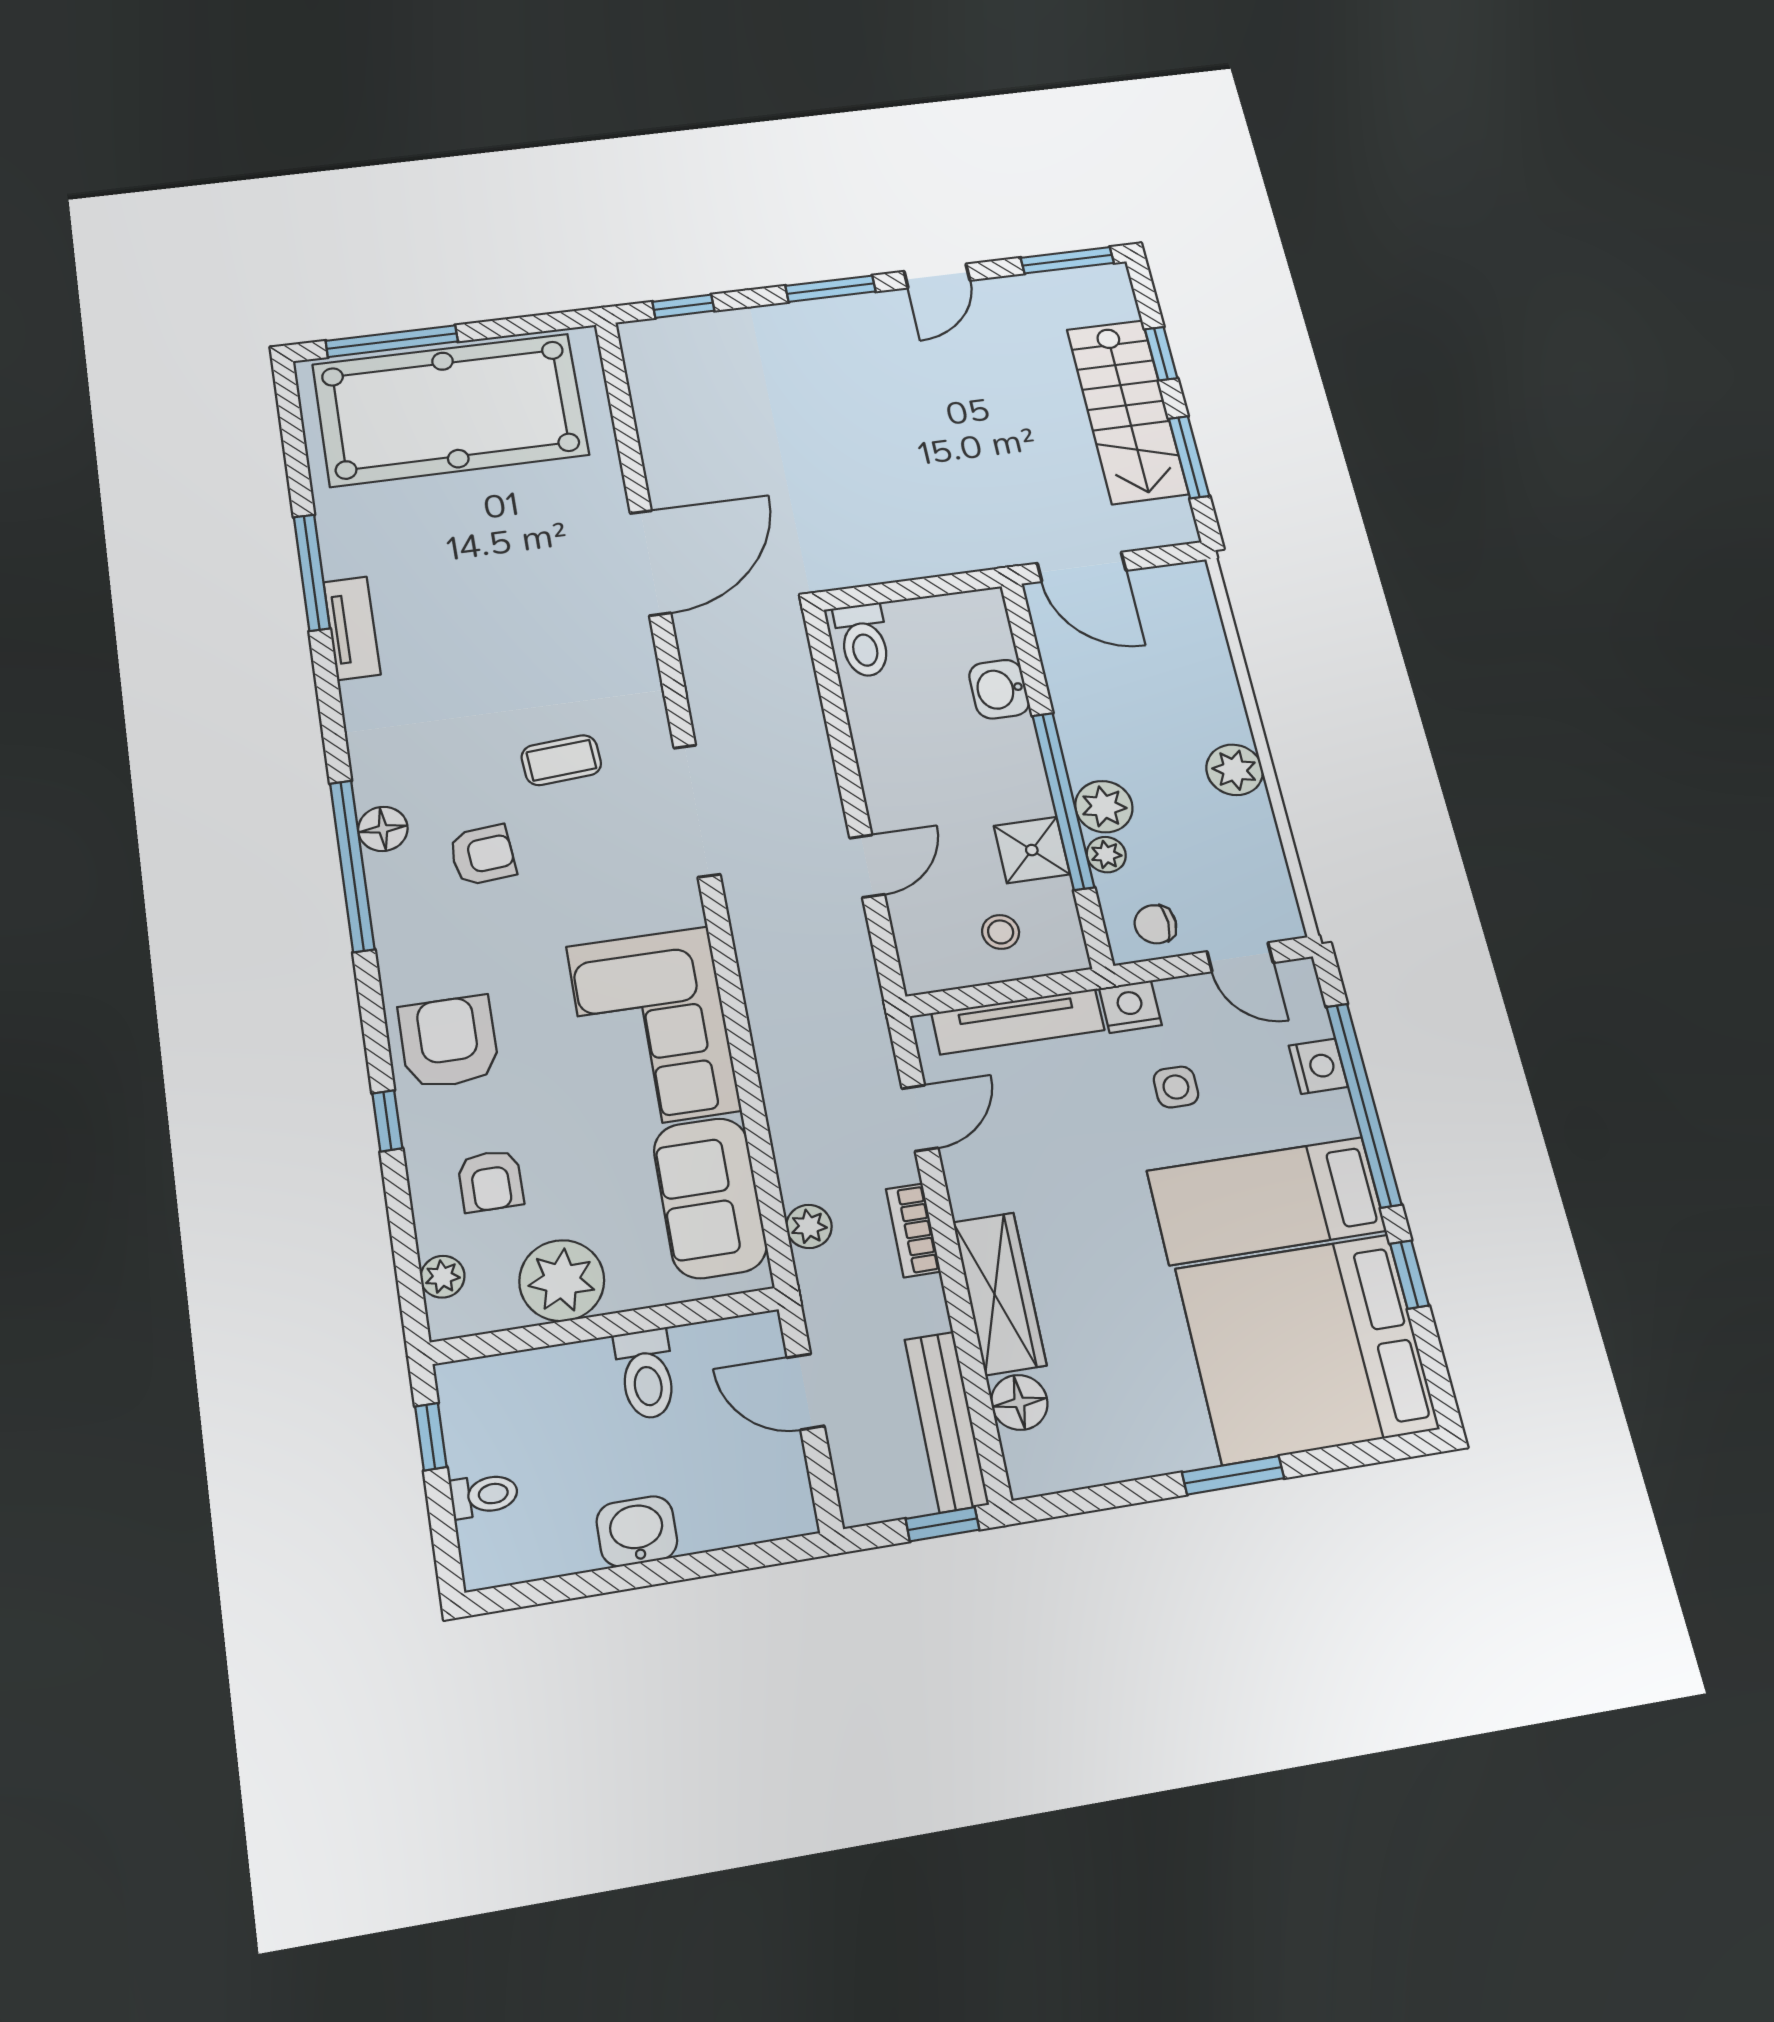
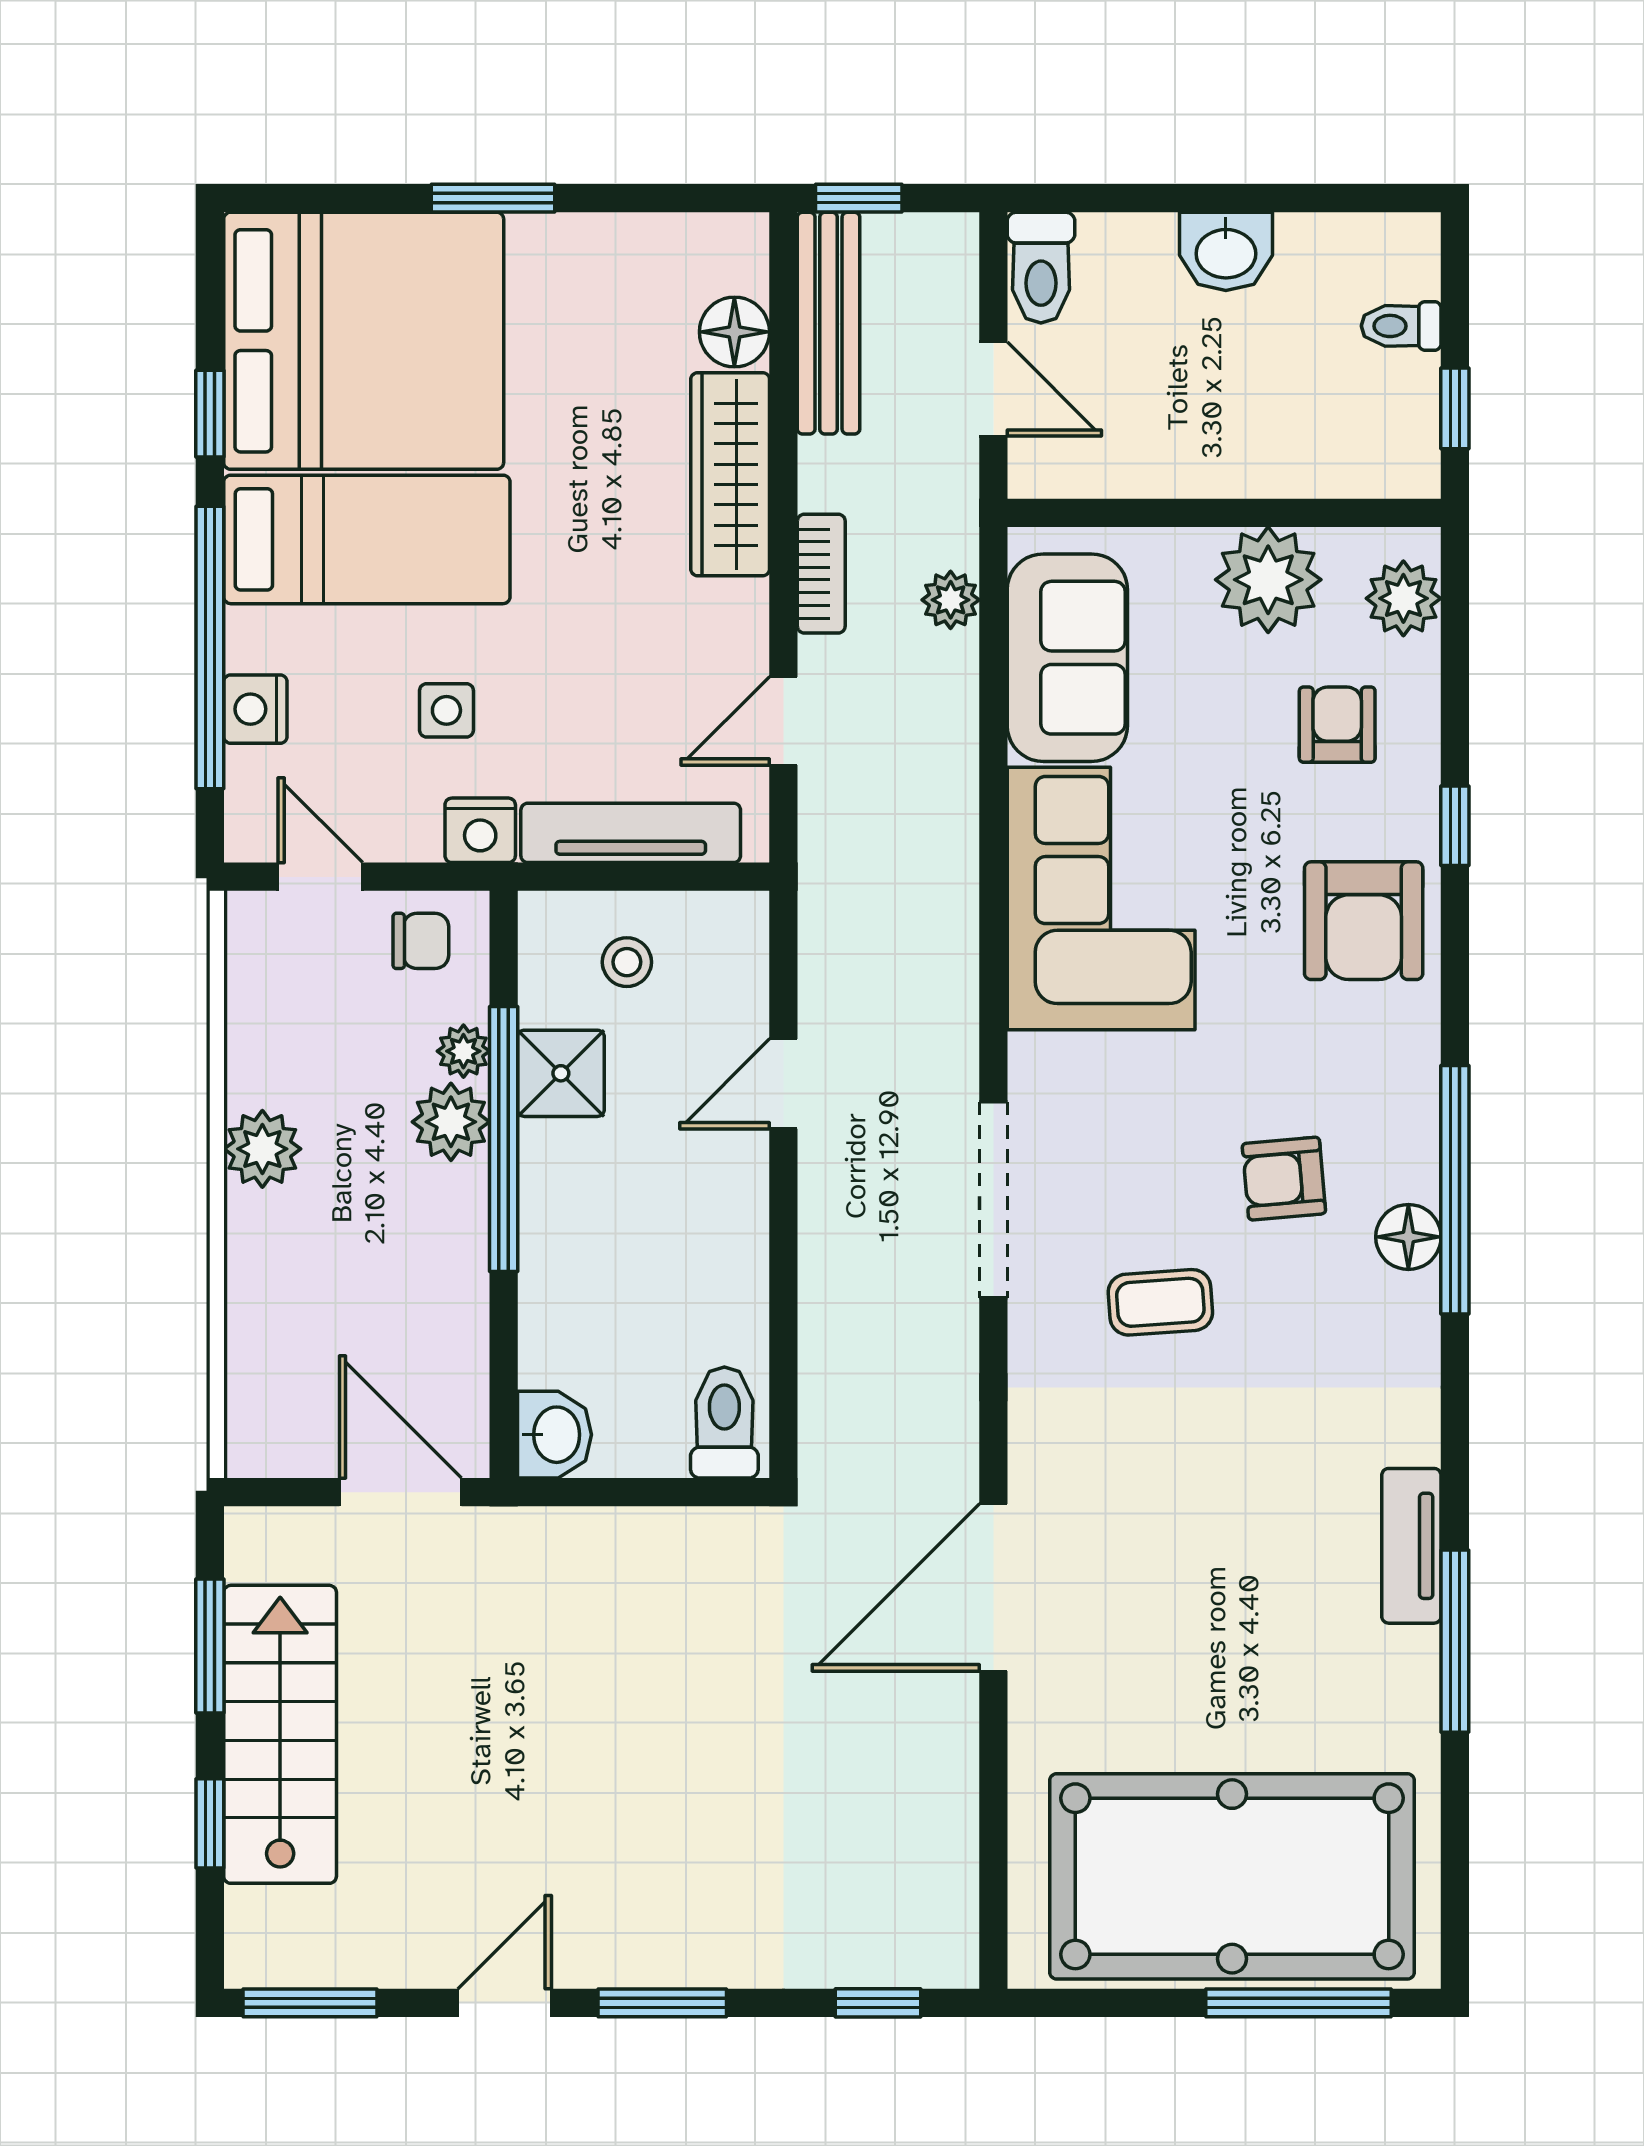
washbasin: (999, 689) -> (554, 1435), moved
plant: (442, 1277) -> (1403, 598), width x1.38, depth x1.38
toilet: (646, 1374) -> (1041, 268), moved, turned 180

